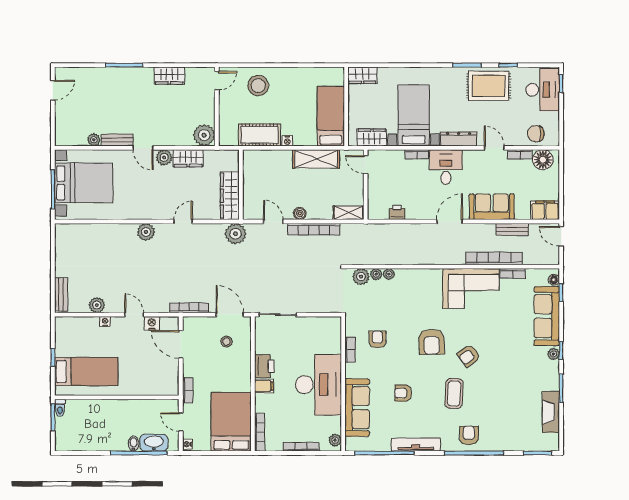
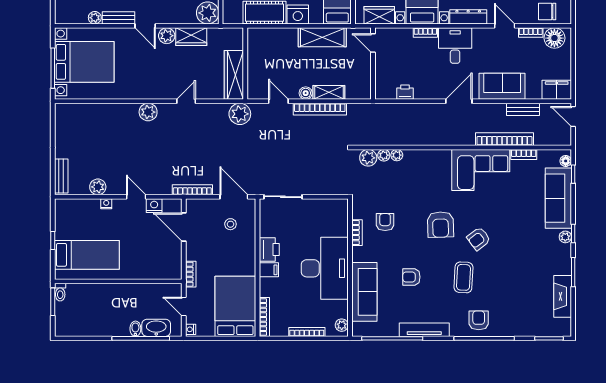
nightstand: (287, 141) -> (298, 15), width x1.89, depth x1.79
shelving: (348, 213) -> (329, 92), moved

